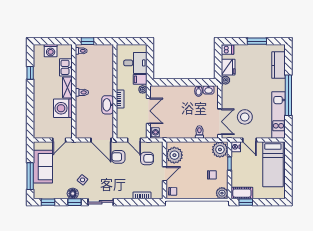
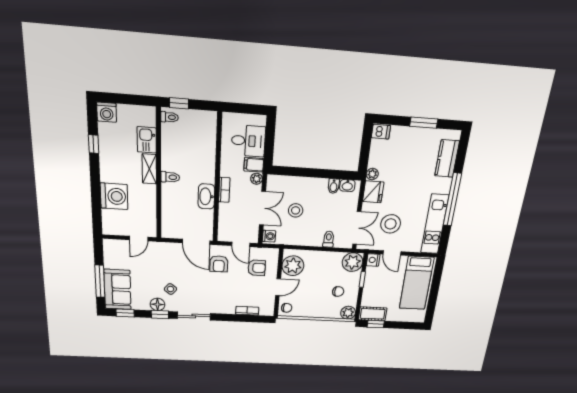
washing machine: (51, 51) -> (107, 112), moved
fridge: (228, 67) -> (373, 192), moved
washing machine: (63, 108) -> (114, 196), moved, turned 180
stool: (173, 111) -> (296, 210), added
armchair: (118, 157) -> (219, 264), turned -90
sofa: (43, 167) -> (118, 290), moved

